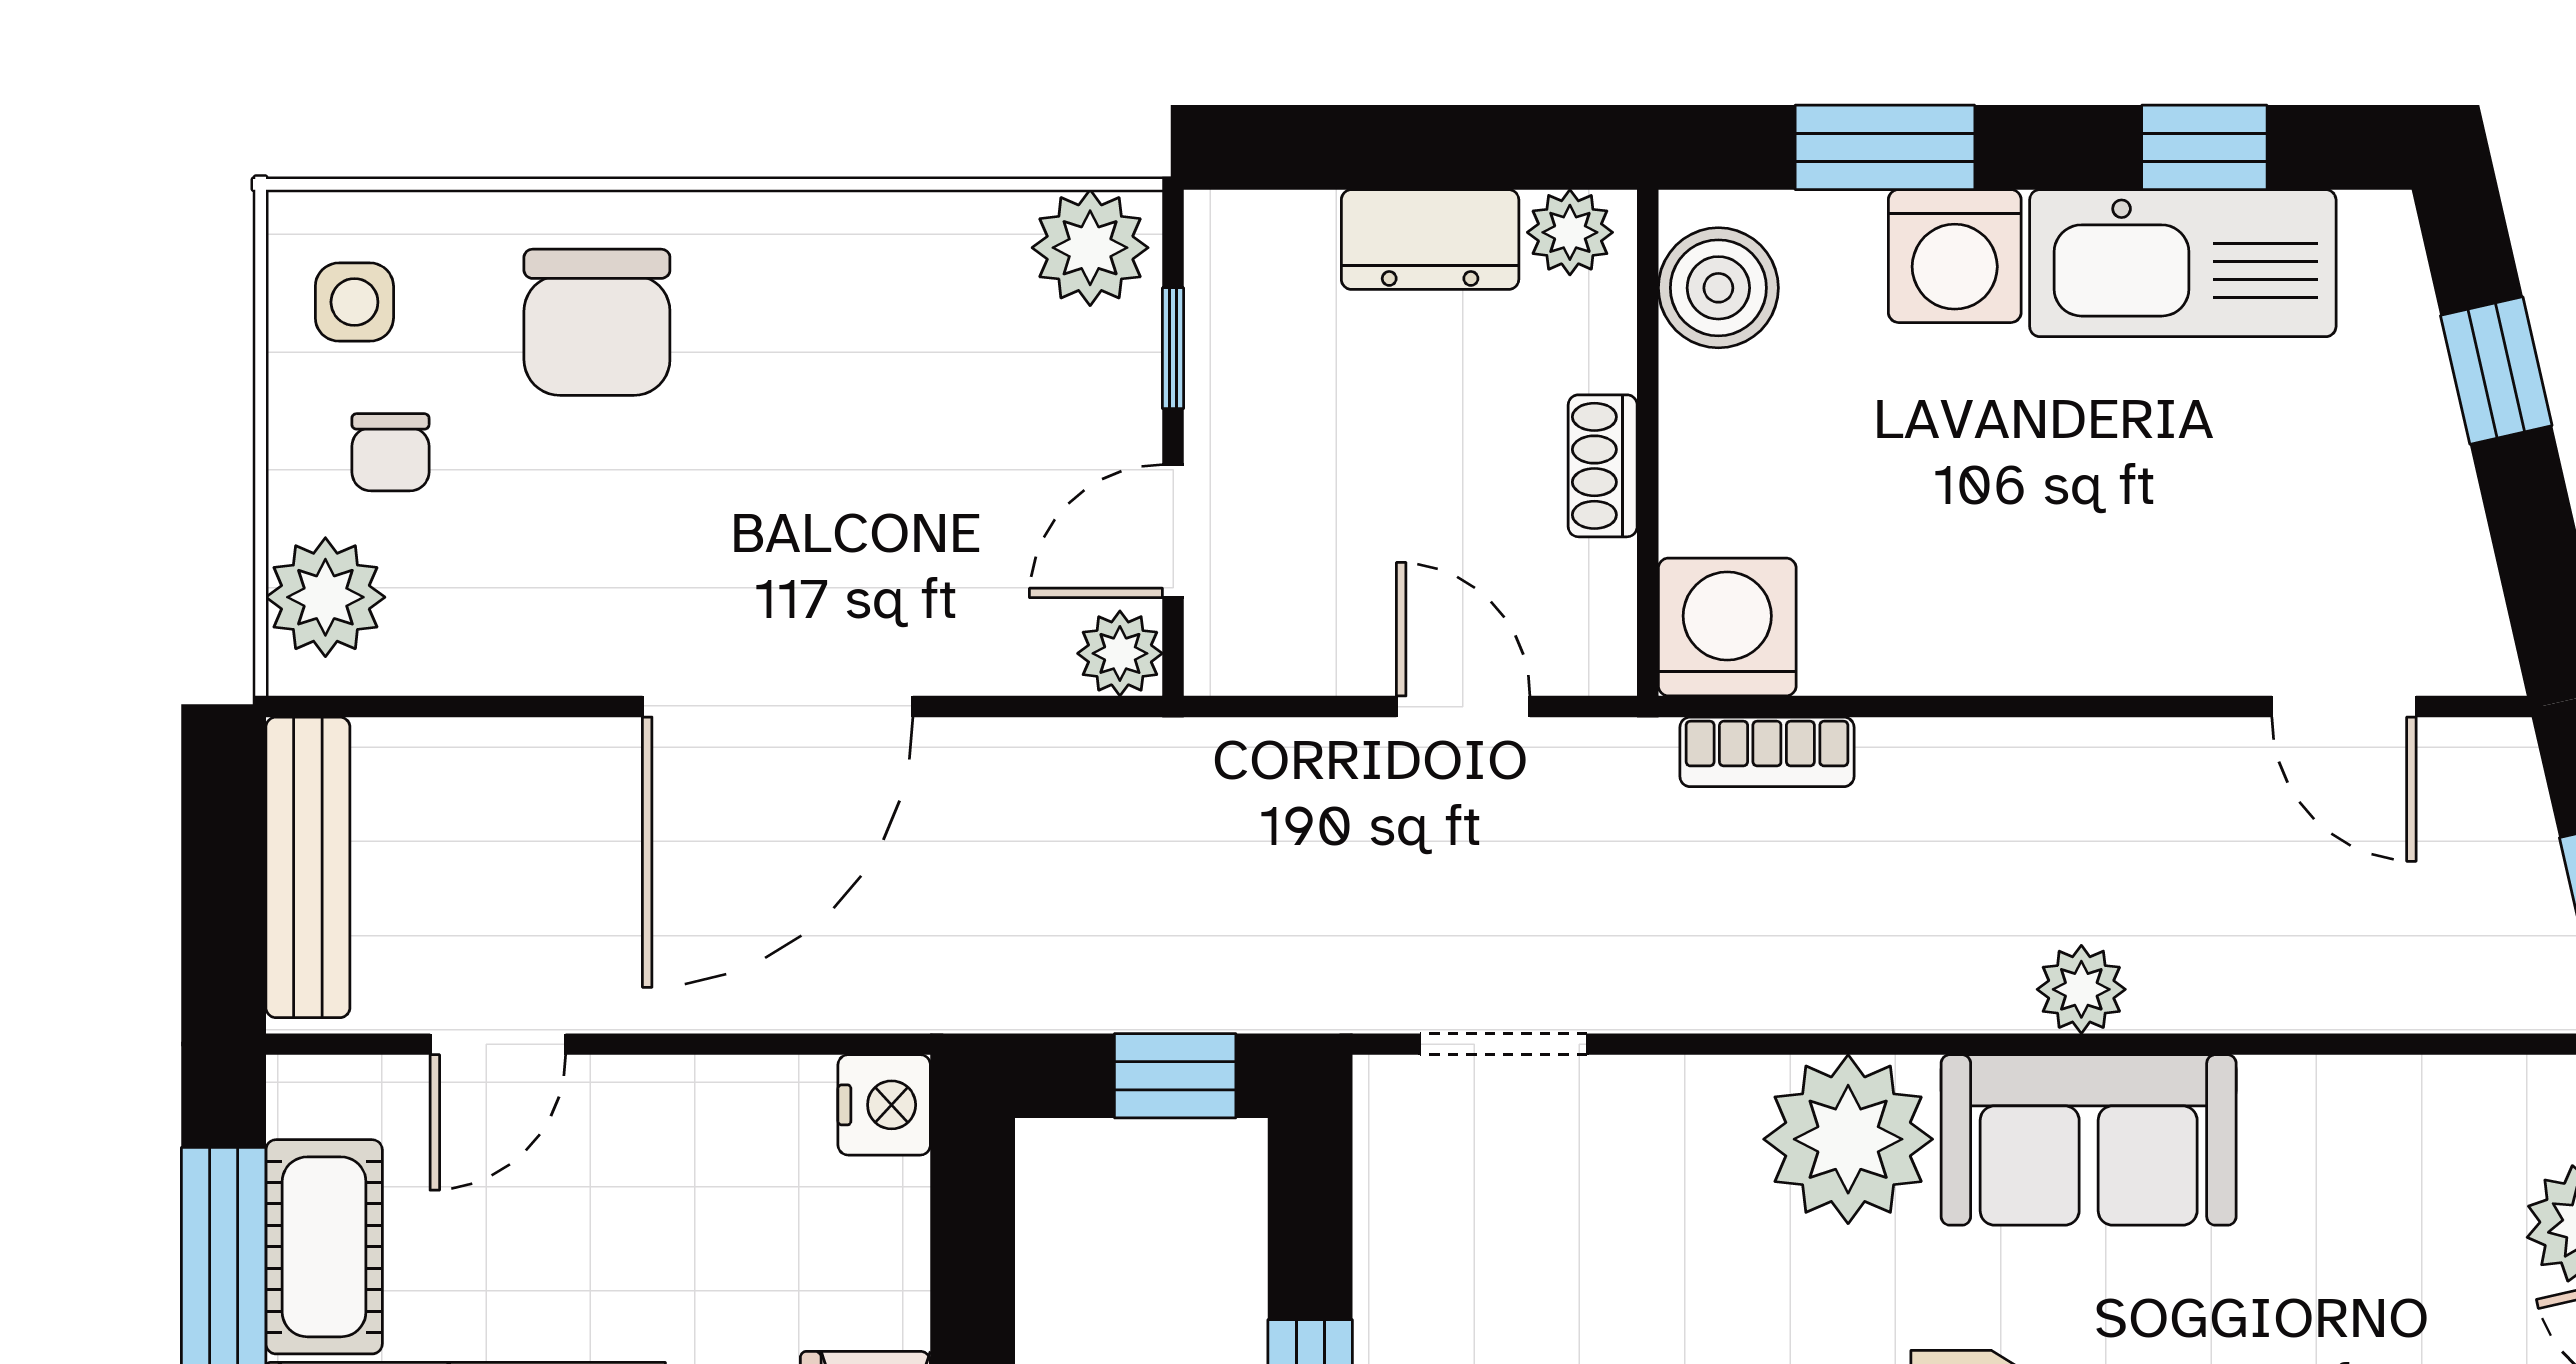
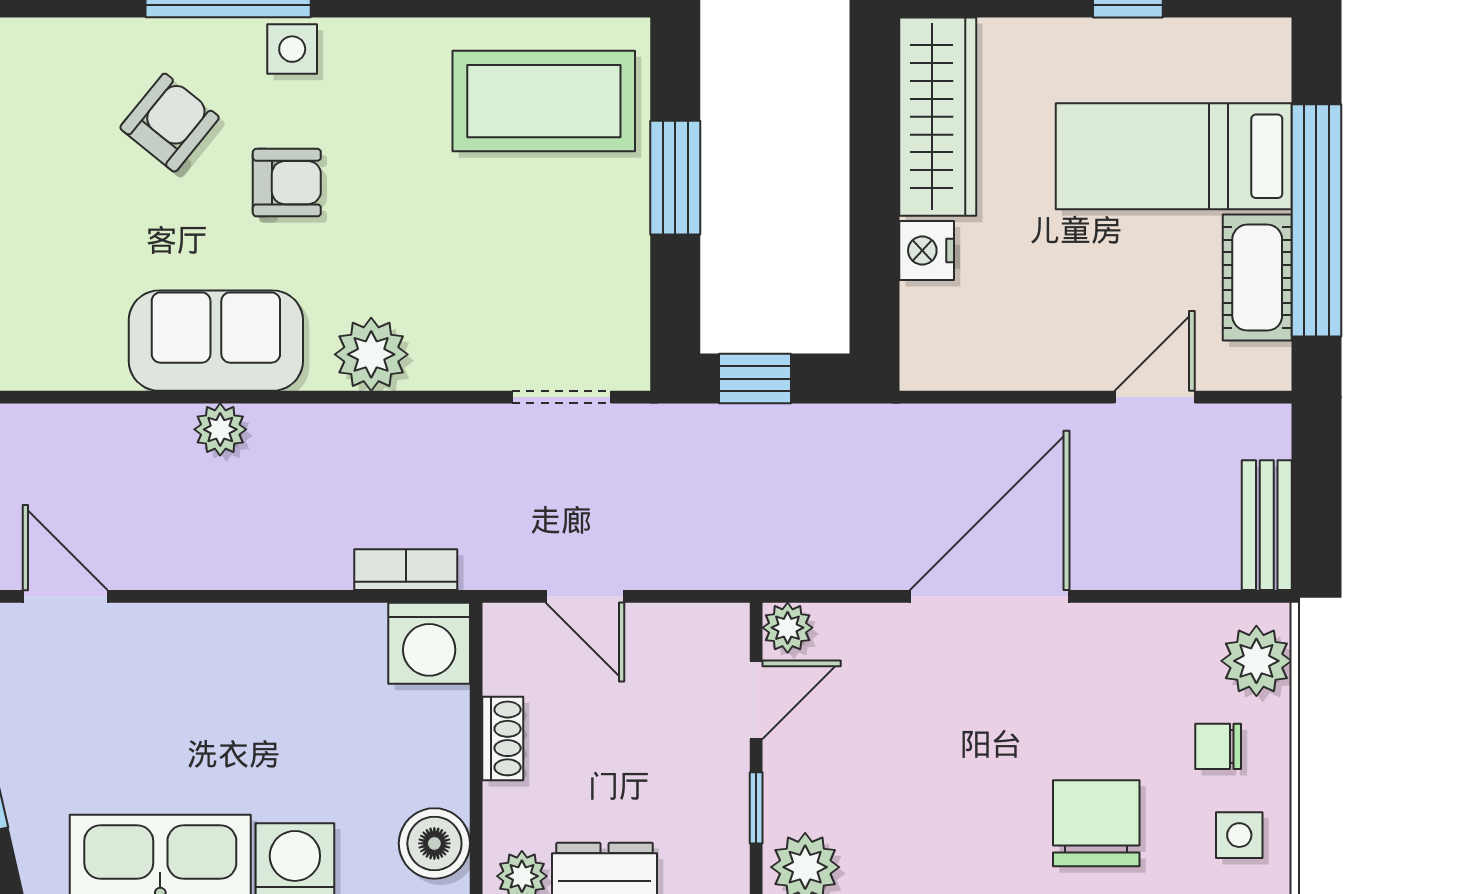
chair: (390, 452) -> (1218, 746), turned -90
bench: (308, 867) -> (1267, 525), width x0.73
nightstand: (884, 1105) -> (927, 250), moved
plant: (1848, 1139) -> (371, 354), width x0.73, depth x0.73

